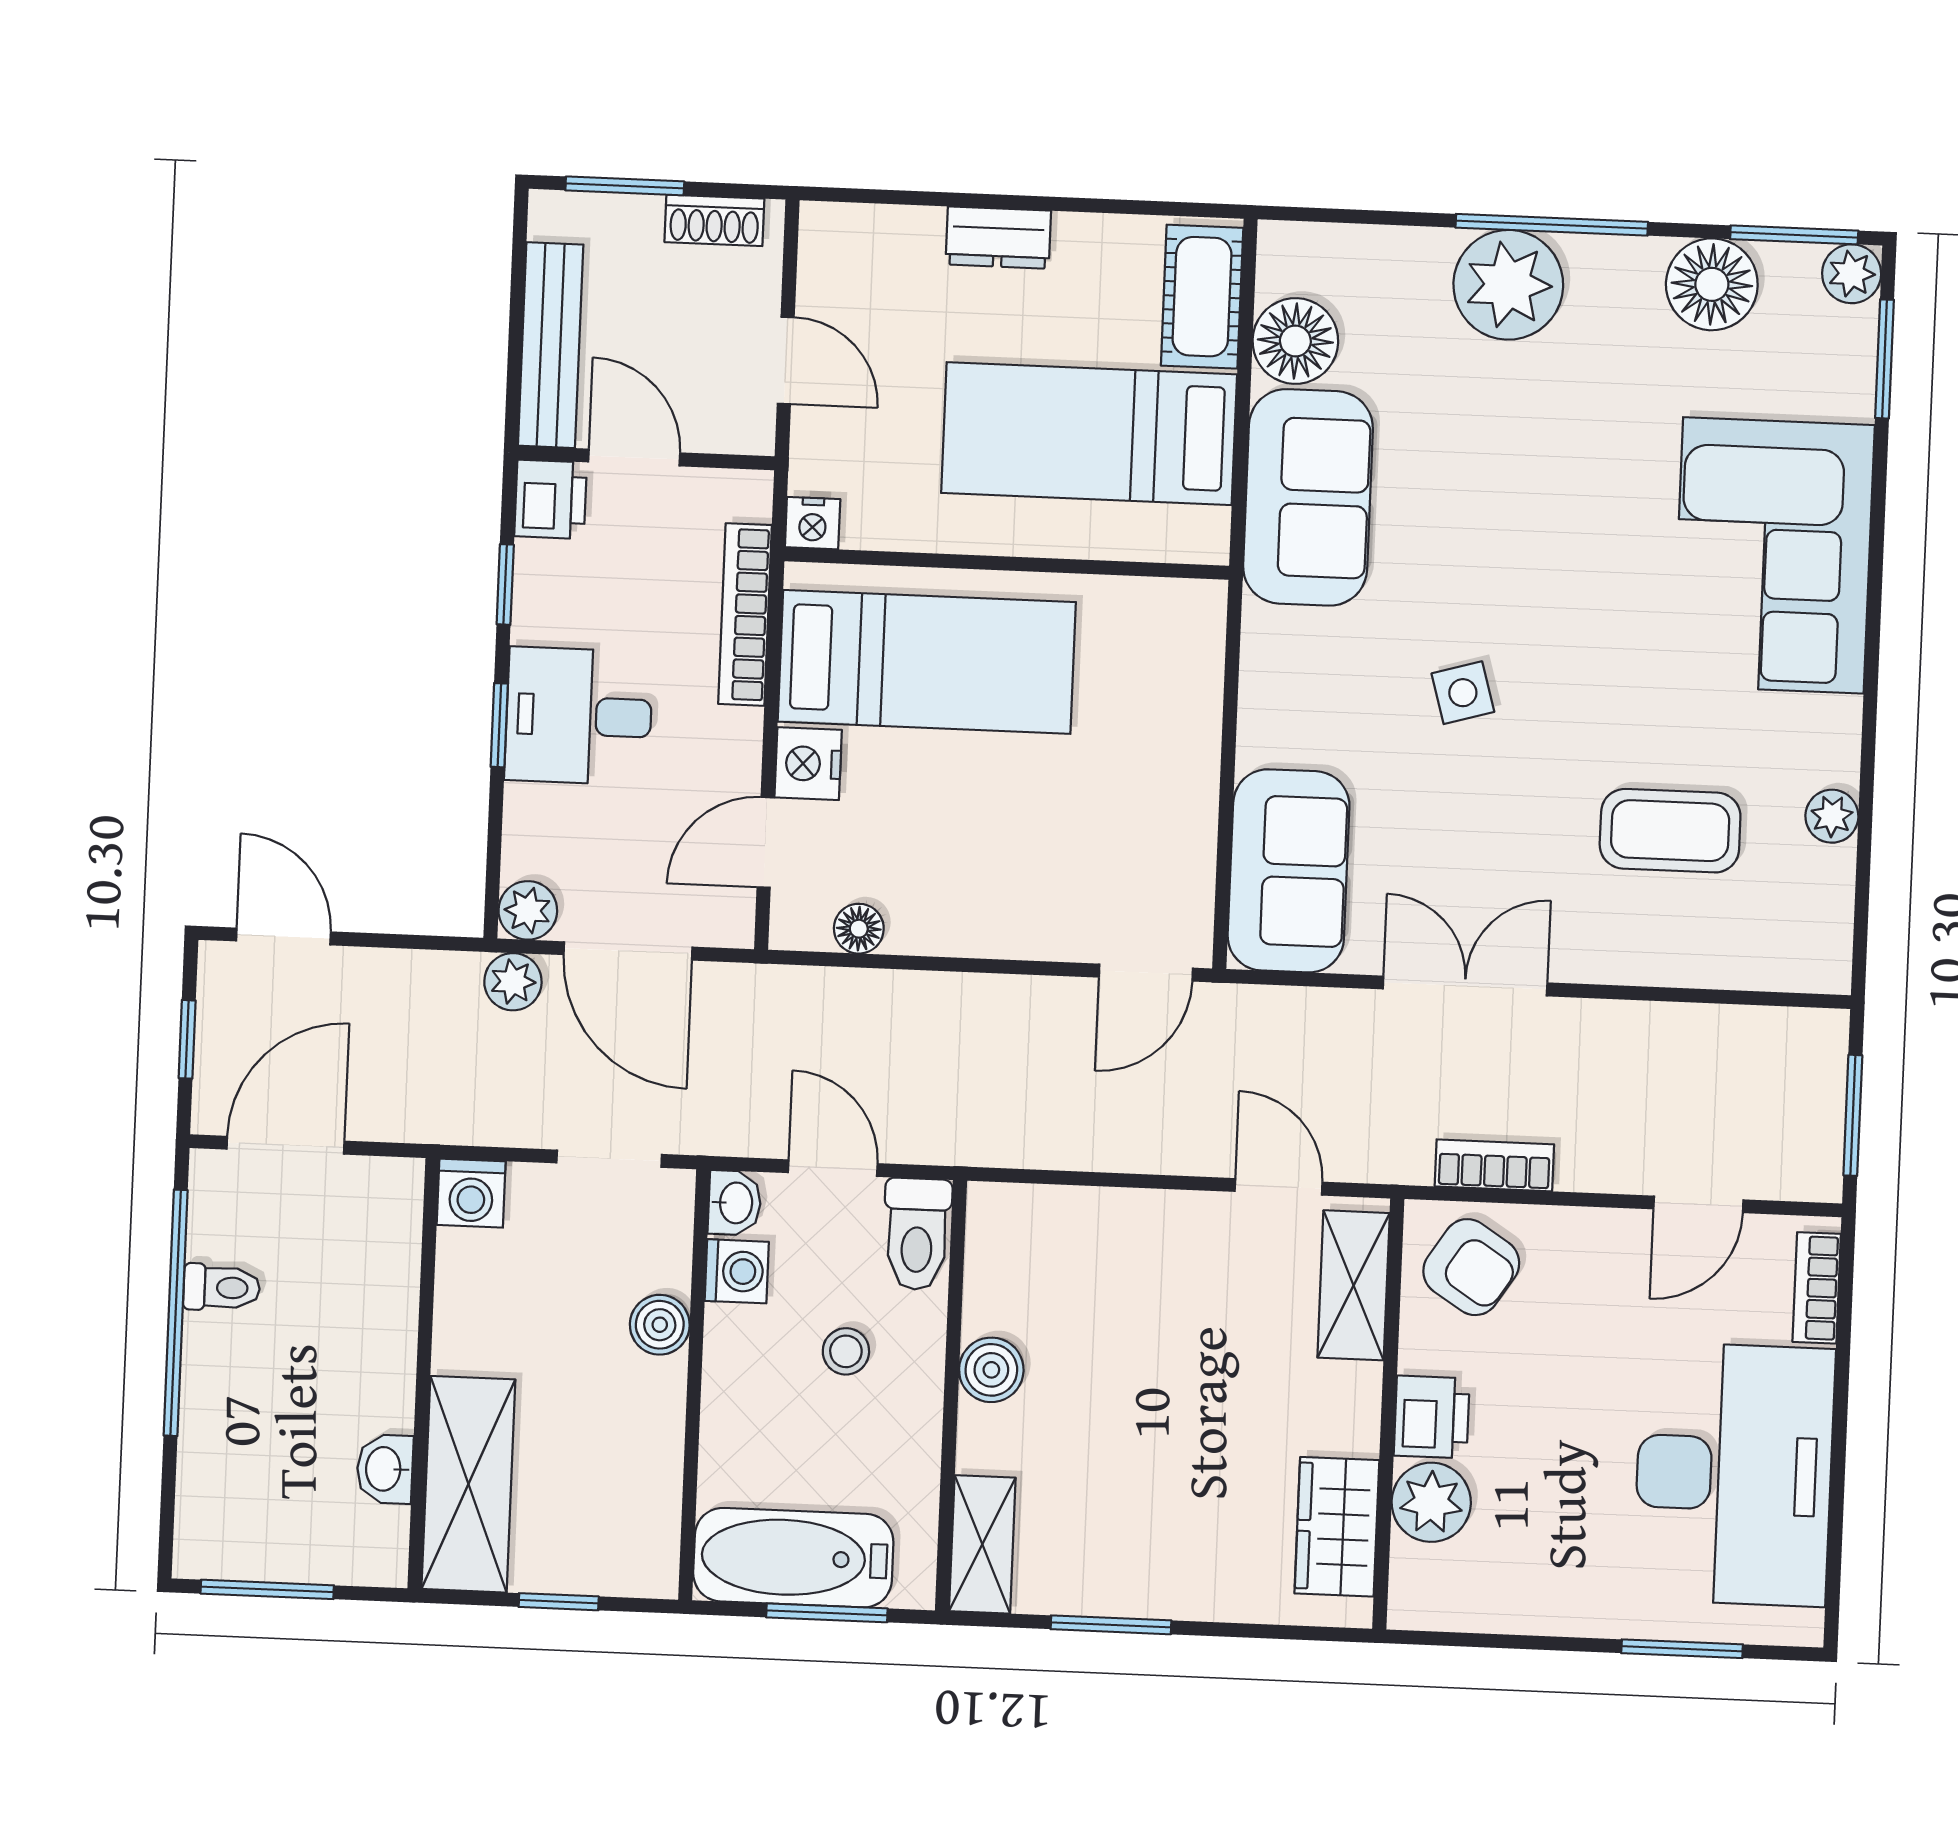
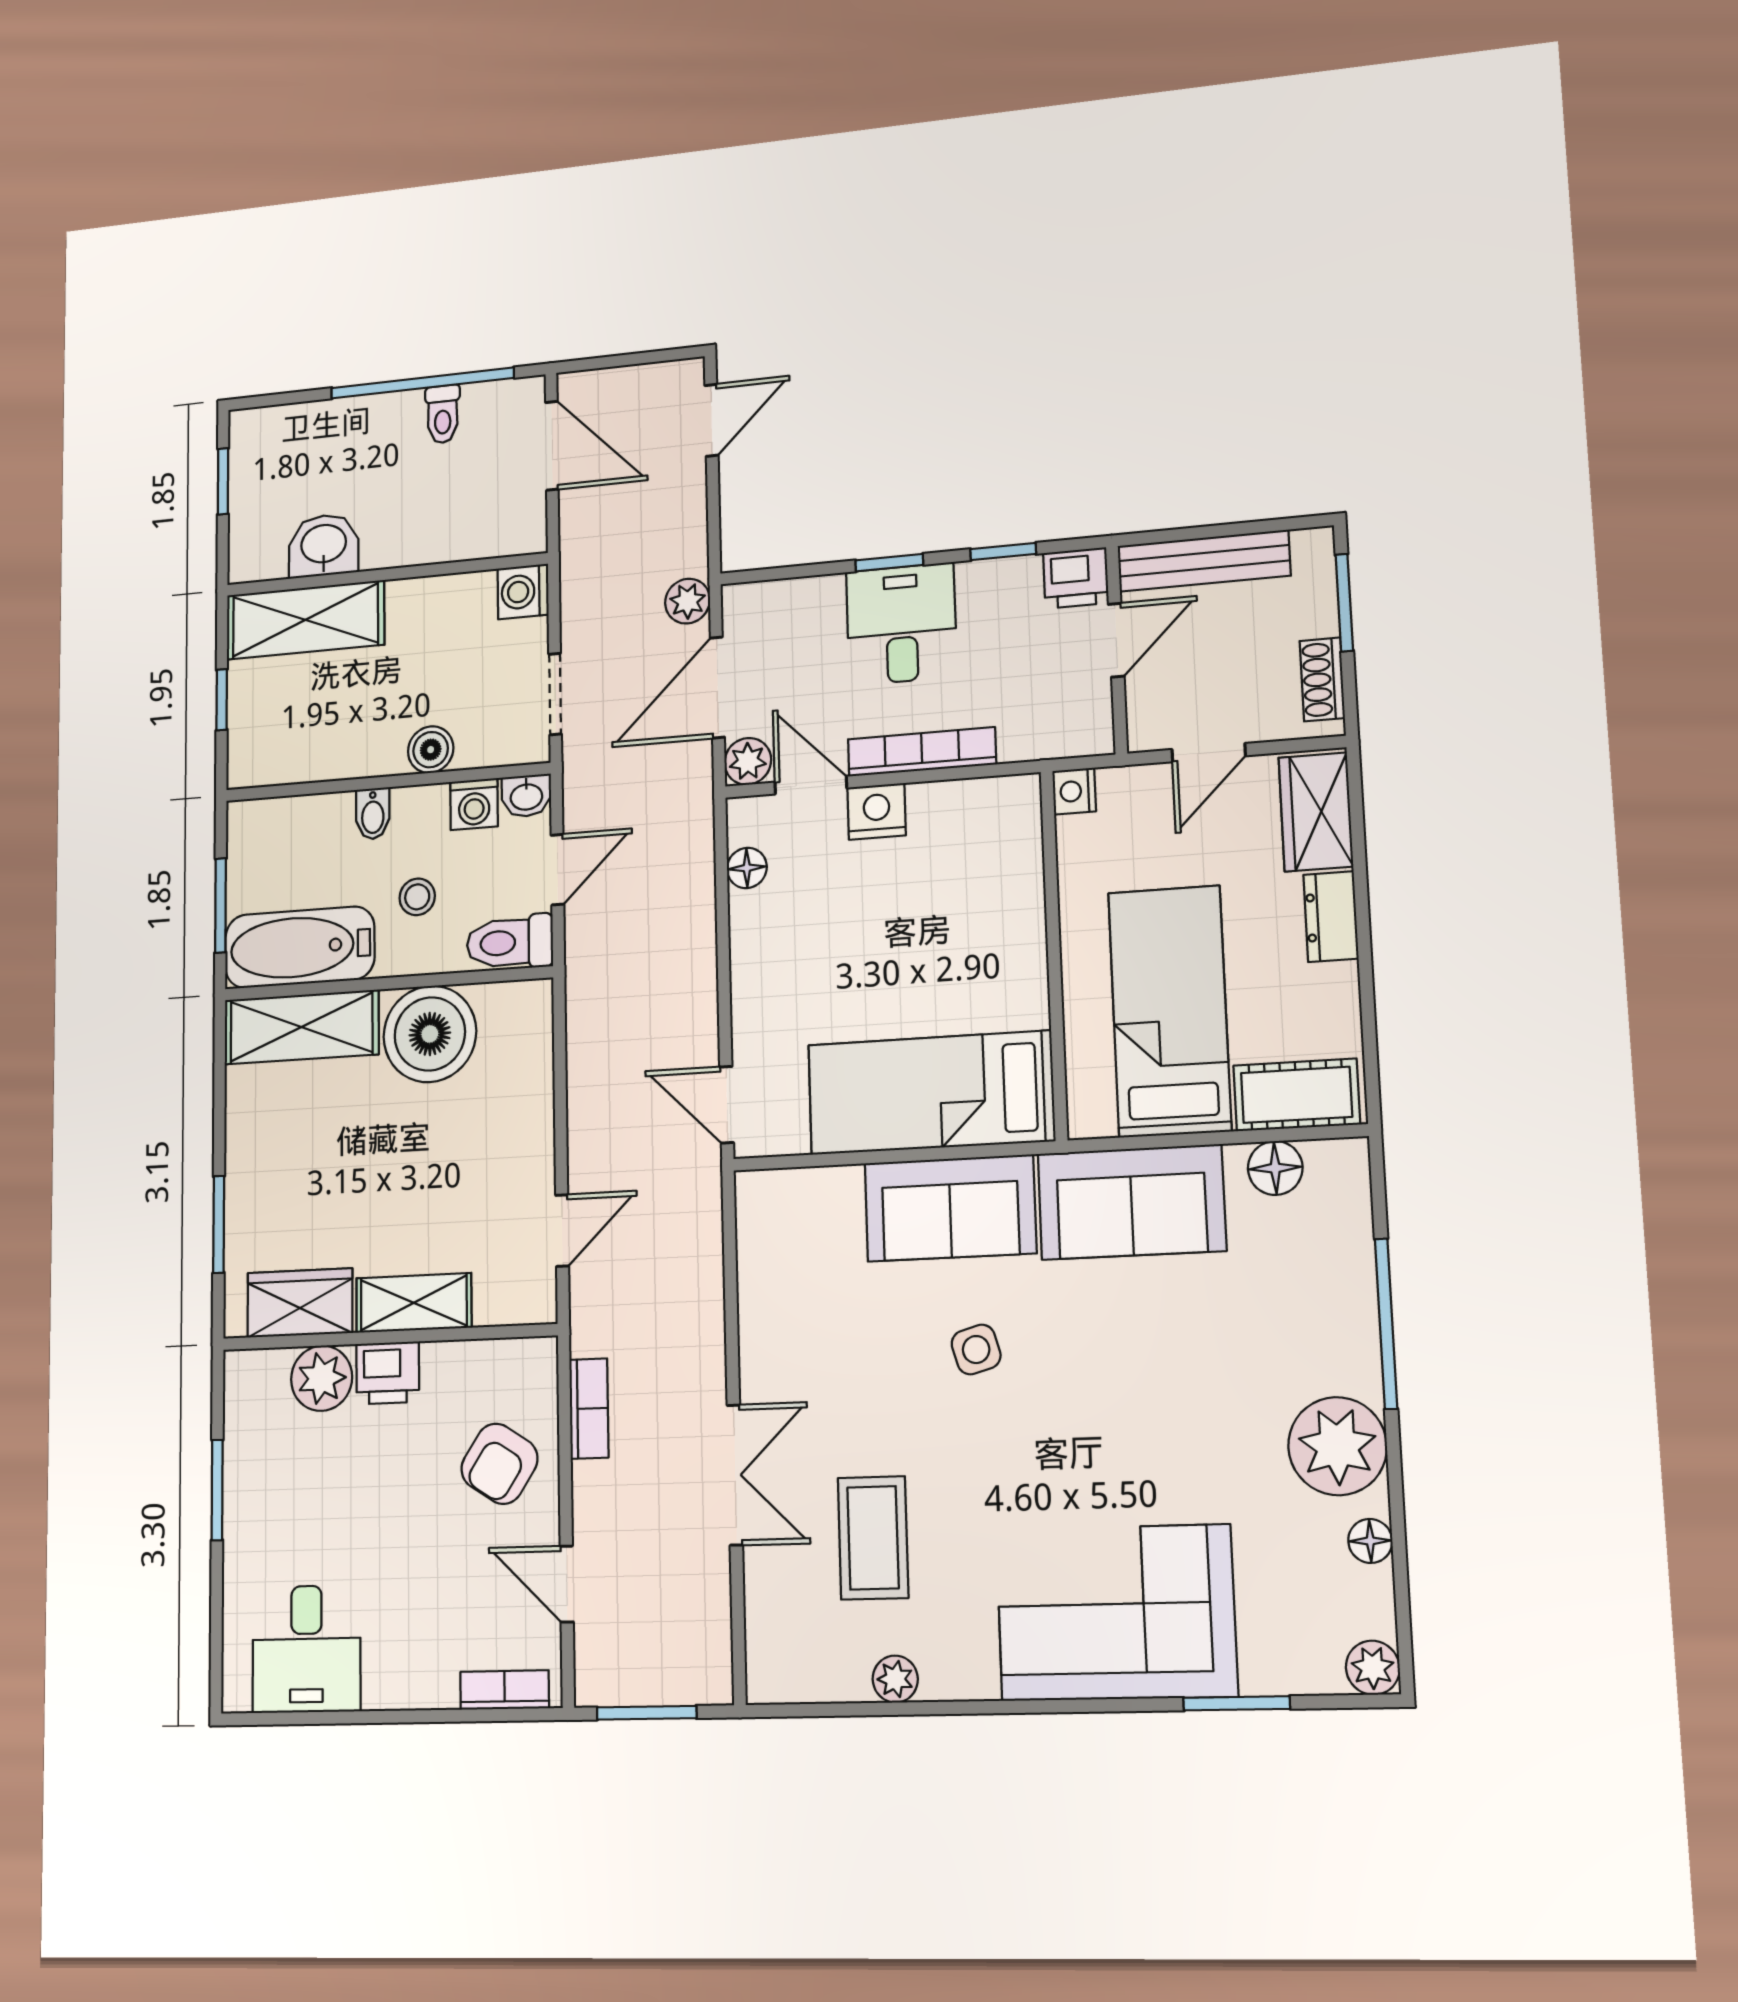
window: (1552, 225) -> (1386, 1324), moved
window: (1794, 235) -> (1403, 1613), removed
wardrobe: (872, 243) -> (1316, 812), added
floor lamp: (1712, 284) -> (1370, 1541), width x0.53, depth x0.53
plant: (1508, 285) -> (1337, 1446), moved
floor lamp: (1295, 341) -> (1275, 1168), width x0.73, depth x0.73
window: (1885, 359) -> (1237, 1703), moved
bookcase: (745, 615) -> (922, 752), moved
bed: (927, 662) -> (931, 1093), moved, turned 90
sofa: (1289, 871) -> (950, 1208), moved
plant: (528, 910) -> (748, 761), moved
double door: (1465, 986) -> (735, 1475), moved
window: (187, 1039) -> (628, 360), removed
armchair: (1471, 1267) -> (499, 1464), moved
shelving: (1354, 1285) -> (414, 1303), moved
boiler: (991, 1370) -> (430, 1034), width x1.86, depth x1.86
bidet: (733, 1405) -> (373, 814), added
washbasin: (385, 1469) -> (324, 545), width x1.38, depth x1.45
desk: (1734, 1474) -> (306, 1649), width x0.53, depth x0.77
shelving: (982, 1544) -> (301, 1027), width x1.50, depth x1.33
bathtub: (793, 1558) -> (300, 947), moved, turned -90
window: (267, 1589) -> (223, 481), width x0.67
window: (1111, 1625) -> (219, 1224), moved
window: (1682, 1649) -> (217, 1490), moved

